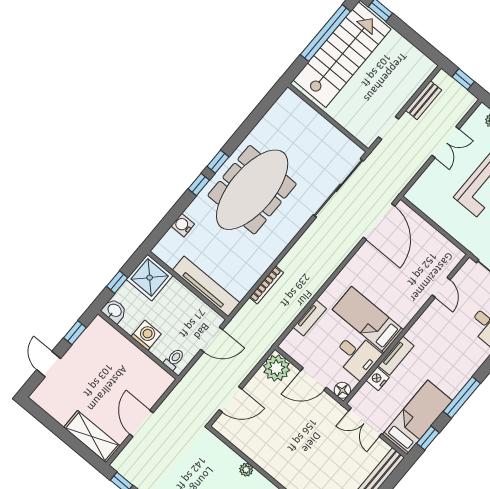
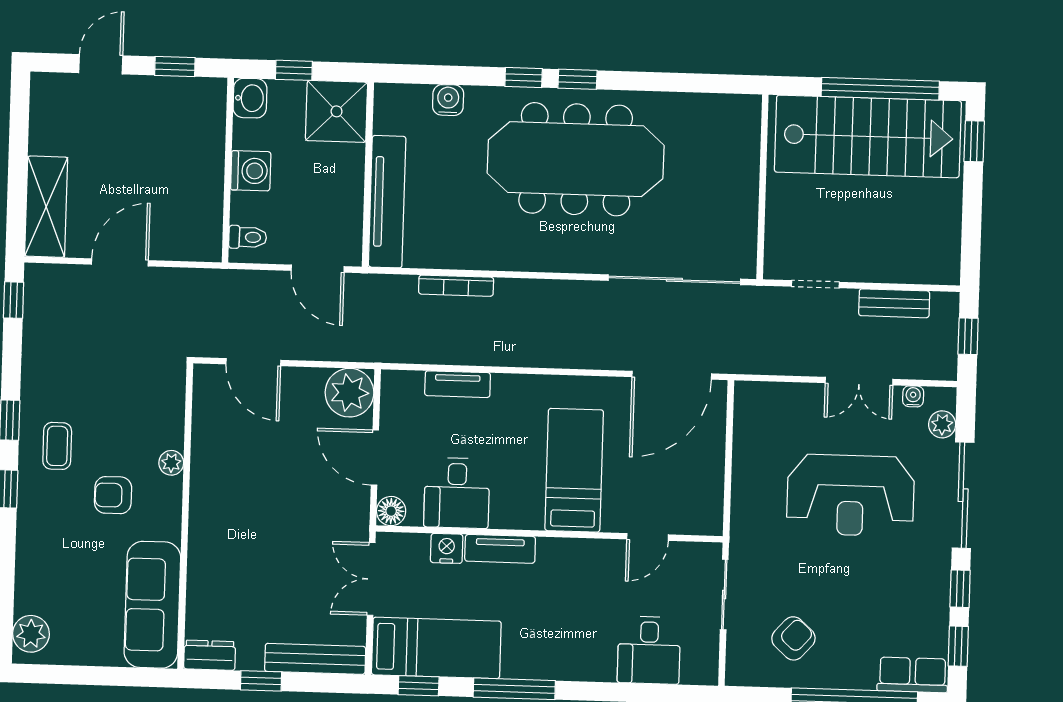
water cooler: (471, 124) -> (913, 396), added
bed: (368, 320) -> (574, 470), moved

